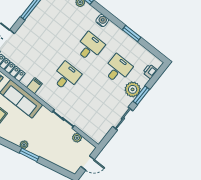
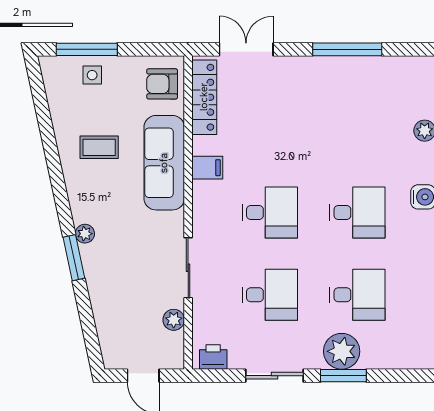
printer: (150, 71) -> (213, 357), moved
desk: (94, 98) -> (270, 295), added

